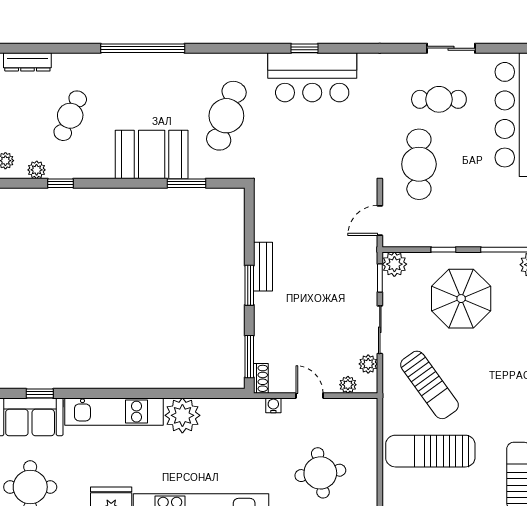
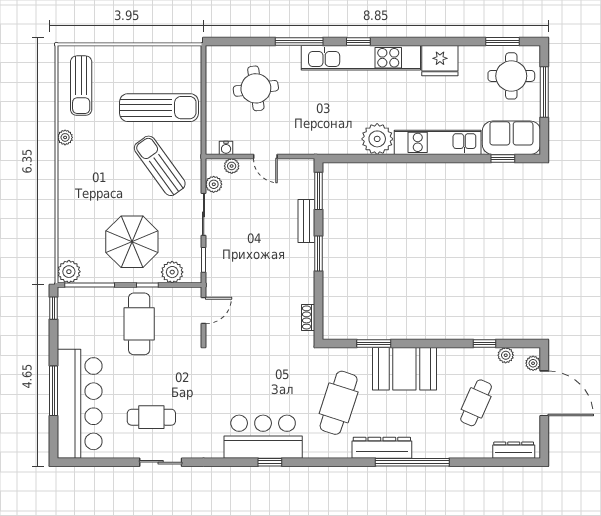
sliding door: (451, 48) -> (161, 462), moved
dresser: (177, 65) -> (382, 448), added
cafe table: (419, 164) -> (139, 324), moved
plant: (394, 264) -> (172, 272), moved
bench: (263, 267) -> (306, 221), moved
shoe rack: (261, 378) -> (308, 317), moved
water cooler: (273, 405) -> (226, 148), moved

